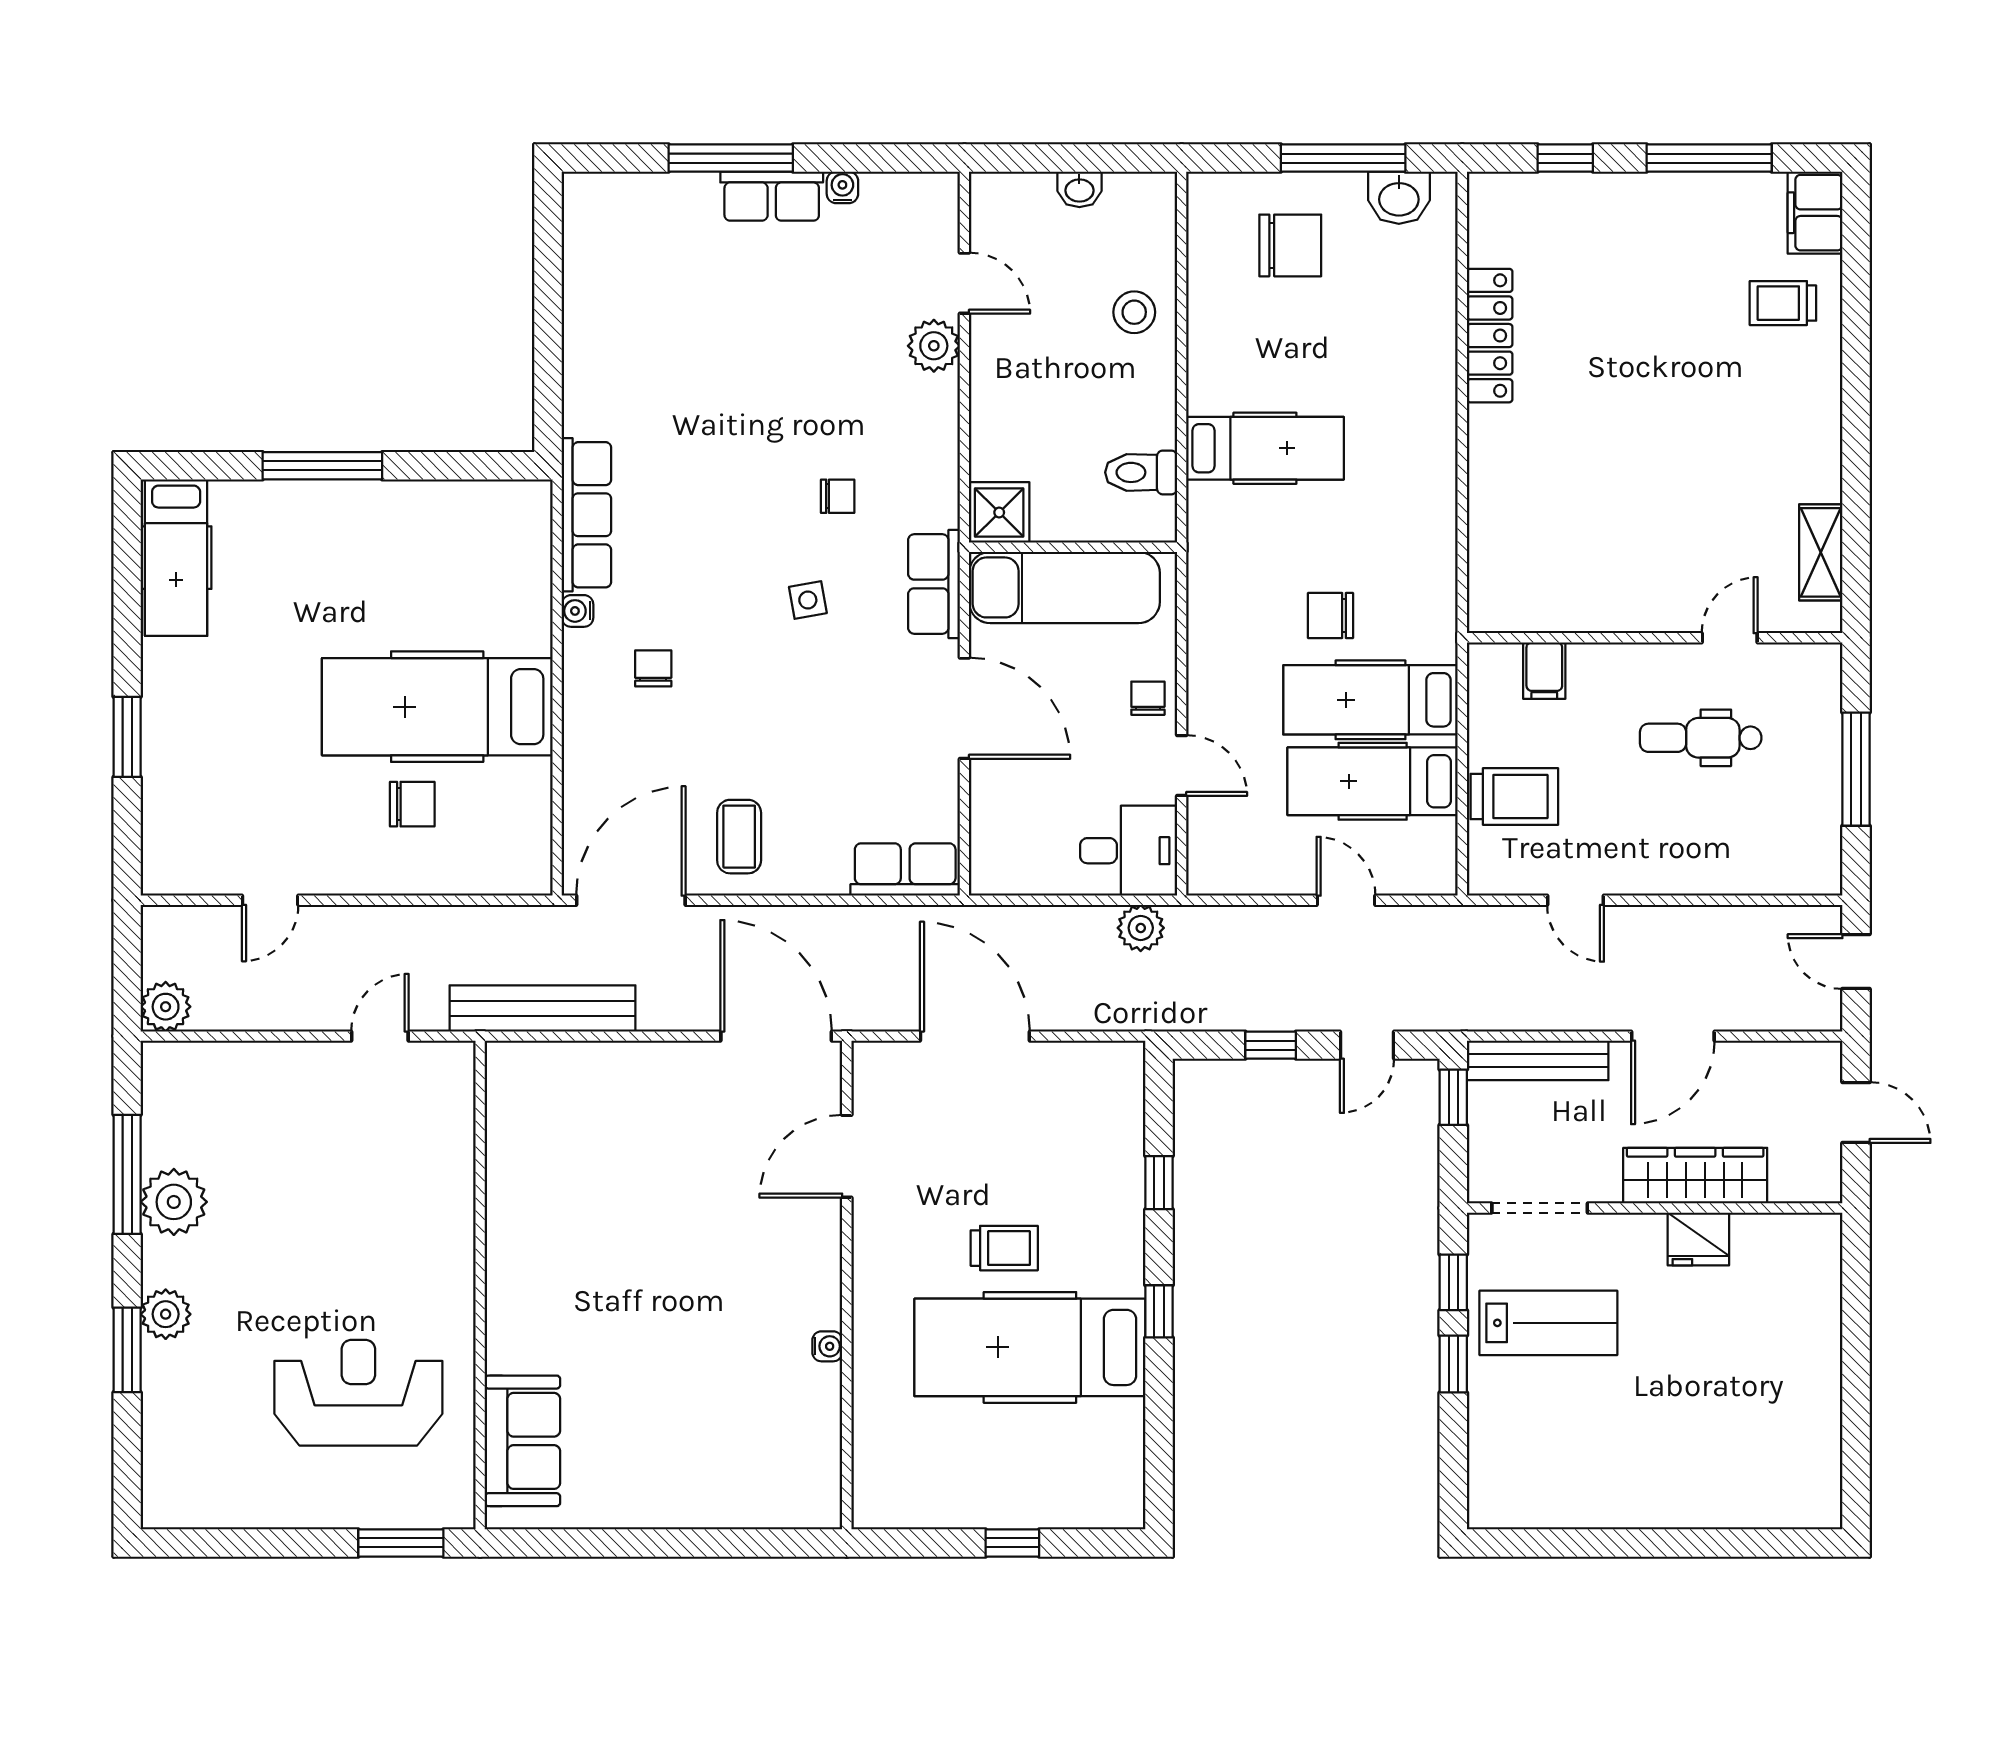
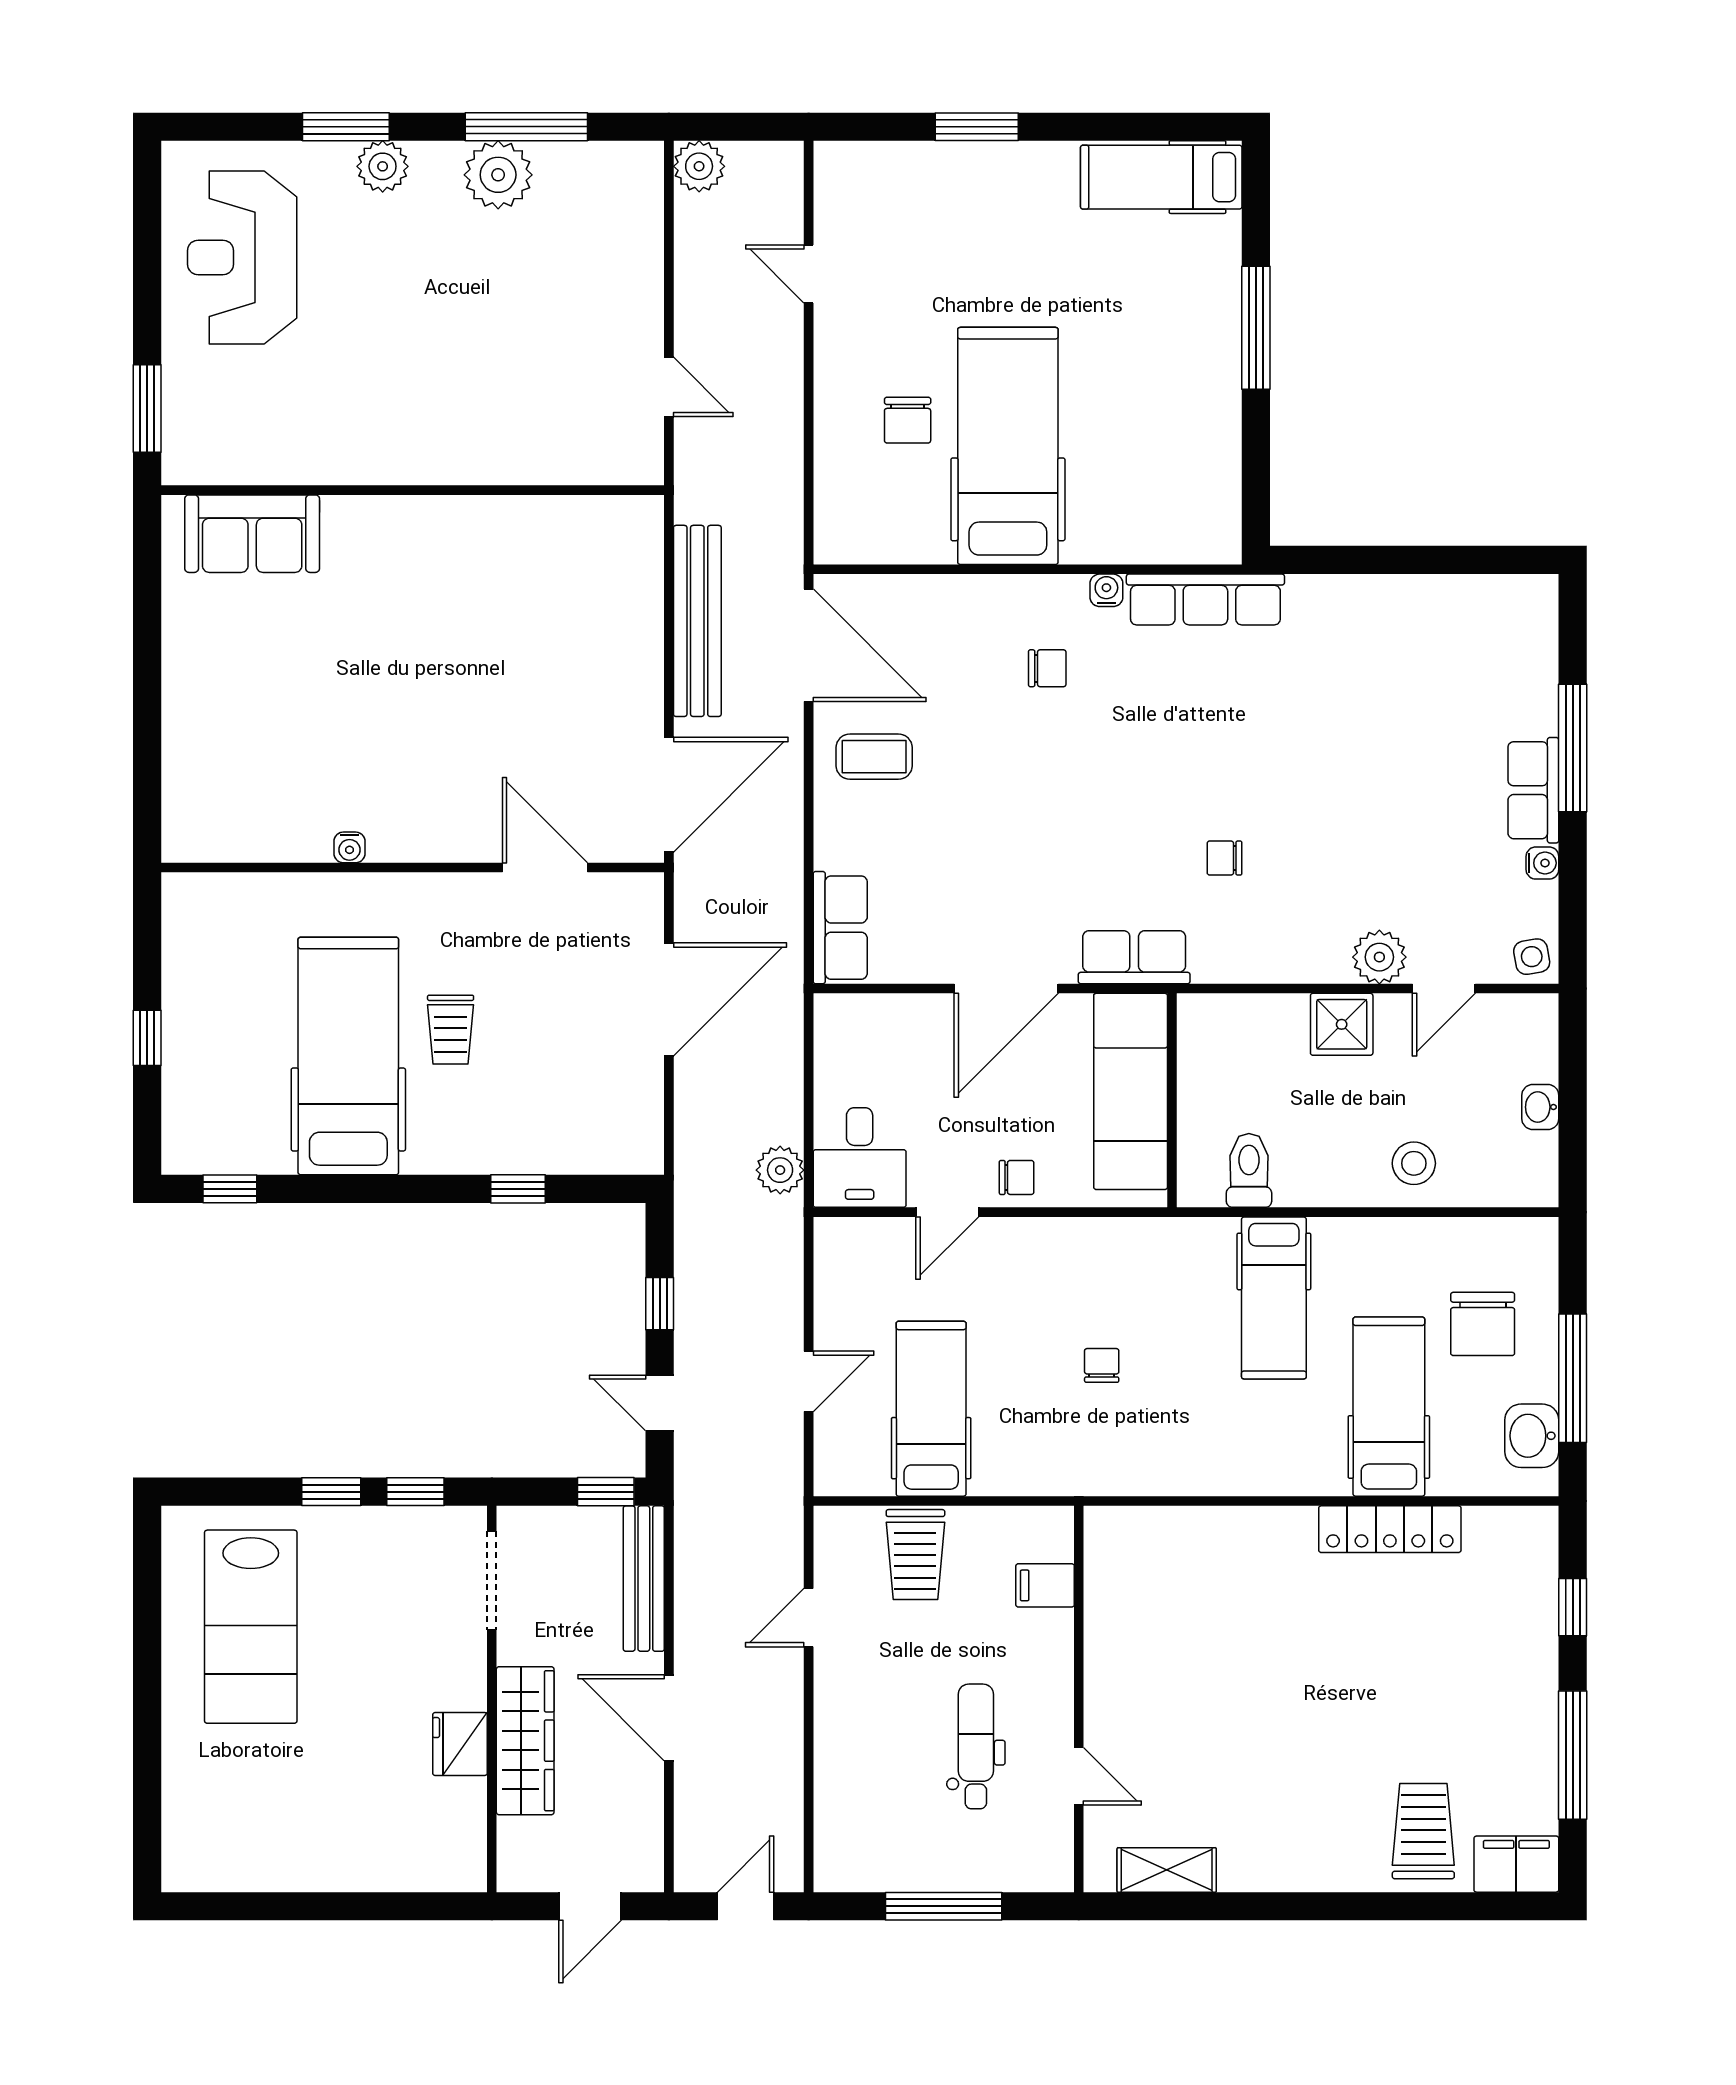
trolley: (1783, 303) -> (1423, 1831), width x1.36, depth x1.39
chair: (838, 496) -> (1224, 858), turned 90
shower: (999, 512) -> (1342, 1024), moved
side table: (808, 600) -> (1532, 957), moved
chair: (1331, 616) -> (1102, 1365), width x0.73, depth x0.73
hospital bed: (1370, 700) -> (1389, 1407), moved
bench: (543, 1008) -> (697, 621), moved
window: (1159, 1311) -> (230, 1189), moved
lab bench: (1548, 1323) -> (251, 1627), moved, width x1.36, depth x1.39
reception desk: (358, 1393) -> (242, 257), moved, turned 180

